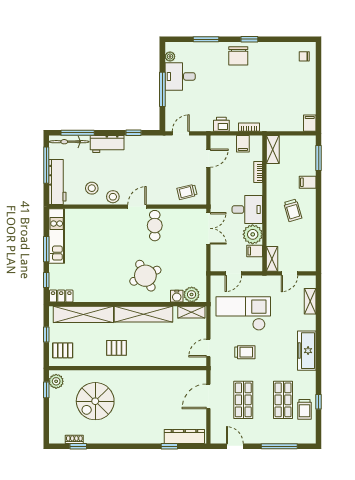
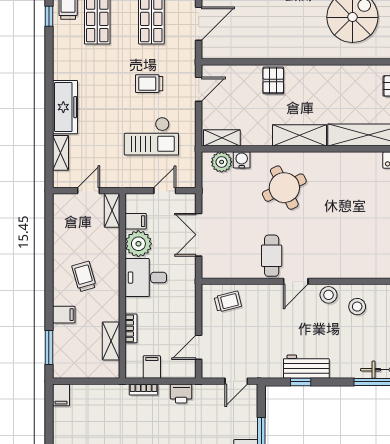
workbench: (107, 144) -> (306, 367), moved
shelving: (273, 149) -> (111, 341), moved
double door: (208, 228) -> (199, 235), moved
checkout: (243, 313) -> (151, 136), width x0.73, depth x0.83
shelving: (143, 314) -> (299, 135), width x0.68
pallet: (117, 348) -> (273, 80), moved, turned 90
freezer: (307, 351) -> (65, 107), moved

